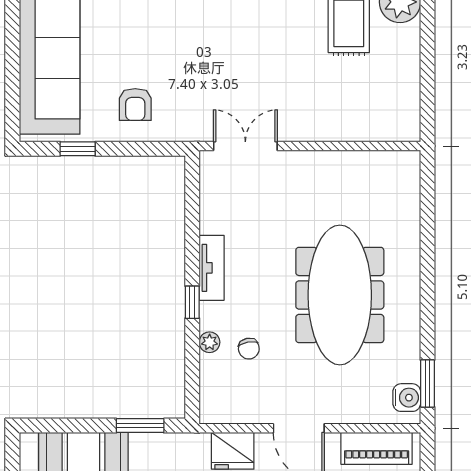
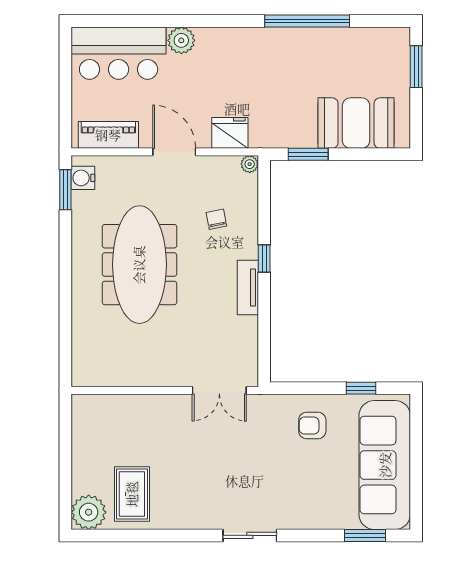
armchair: (135, 104) -> (312, 426), turned -90
plant: (210, 342) -> (250, 164), moved

